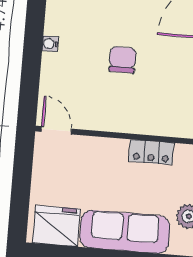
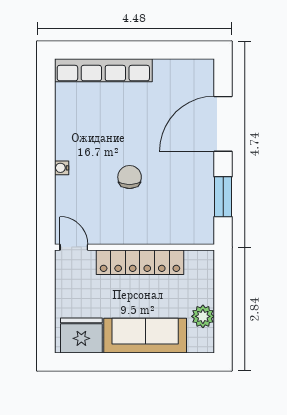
locker: (151, 152) -> (140, 262), width x2.16, depth x1.21

